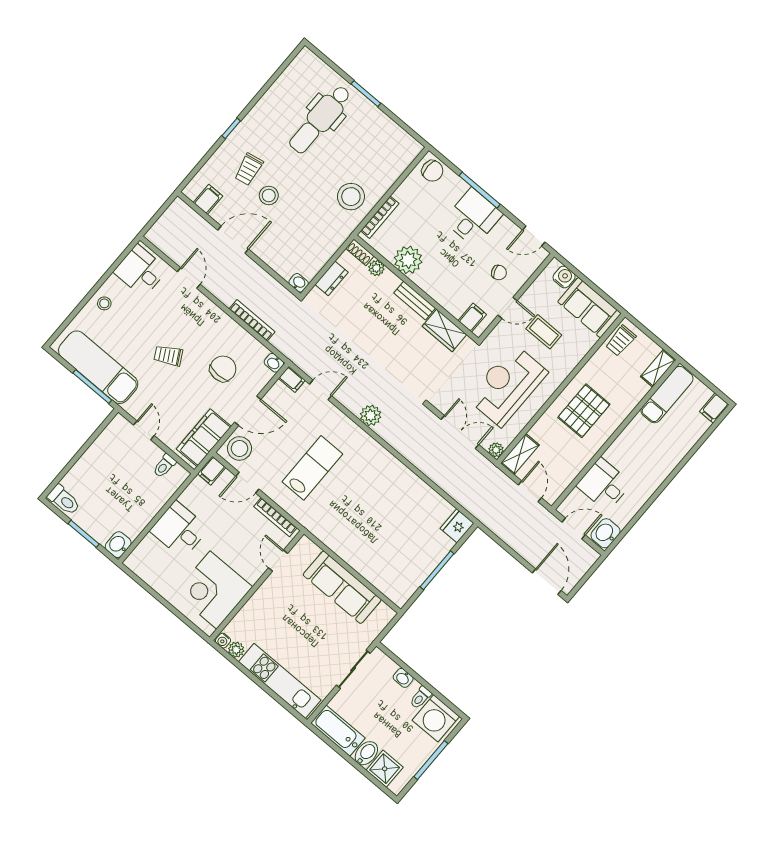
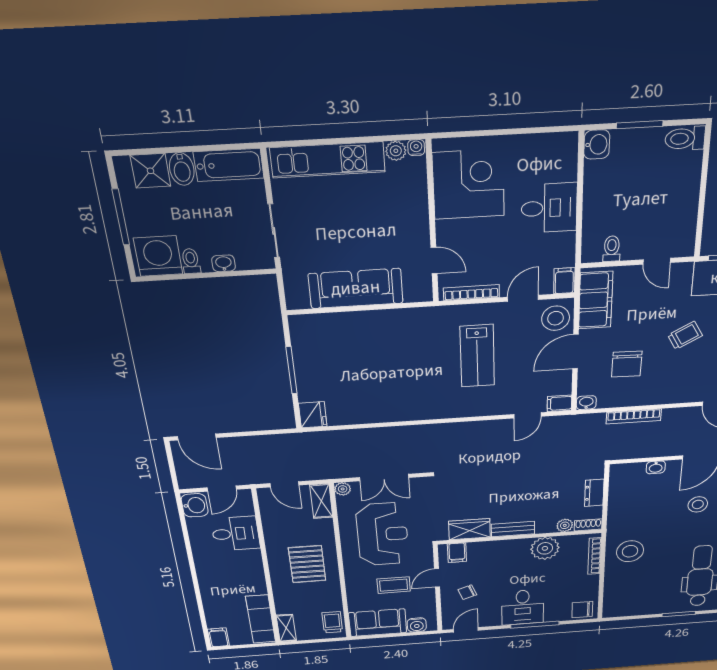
washbasin: (299, 283) -> (656, 467), moved
plant: (371, 415) -> (468, 431), removed

